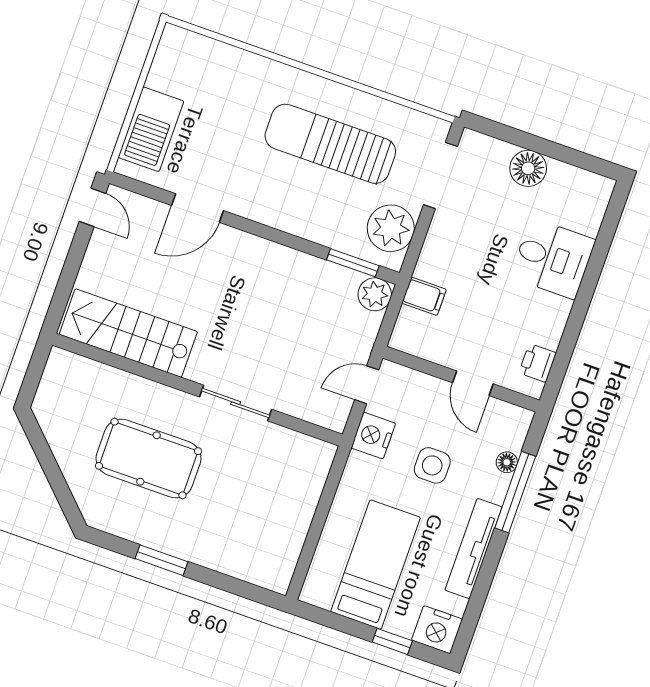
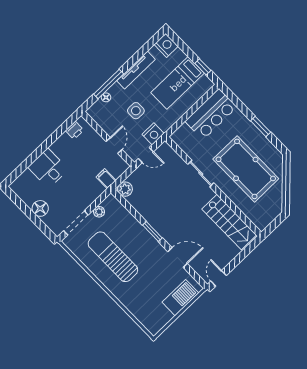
sun lounger: (330, 144) -> (113, 257), turned 180
plant: (391, 228) -> (99, 212), width x0.53, depth x0.53
window: (353, 263) -> (152, 231), moved
door: (473, 383) -> (114, 145), moved
pool table: (149, 458) -> (246, 169), width x1.36, depth x1.32
bar counter: (276, 535) -> (211, 114), added
window: (392, 641) -> (203, 67), moved

